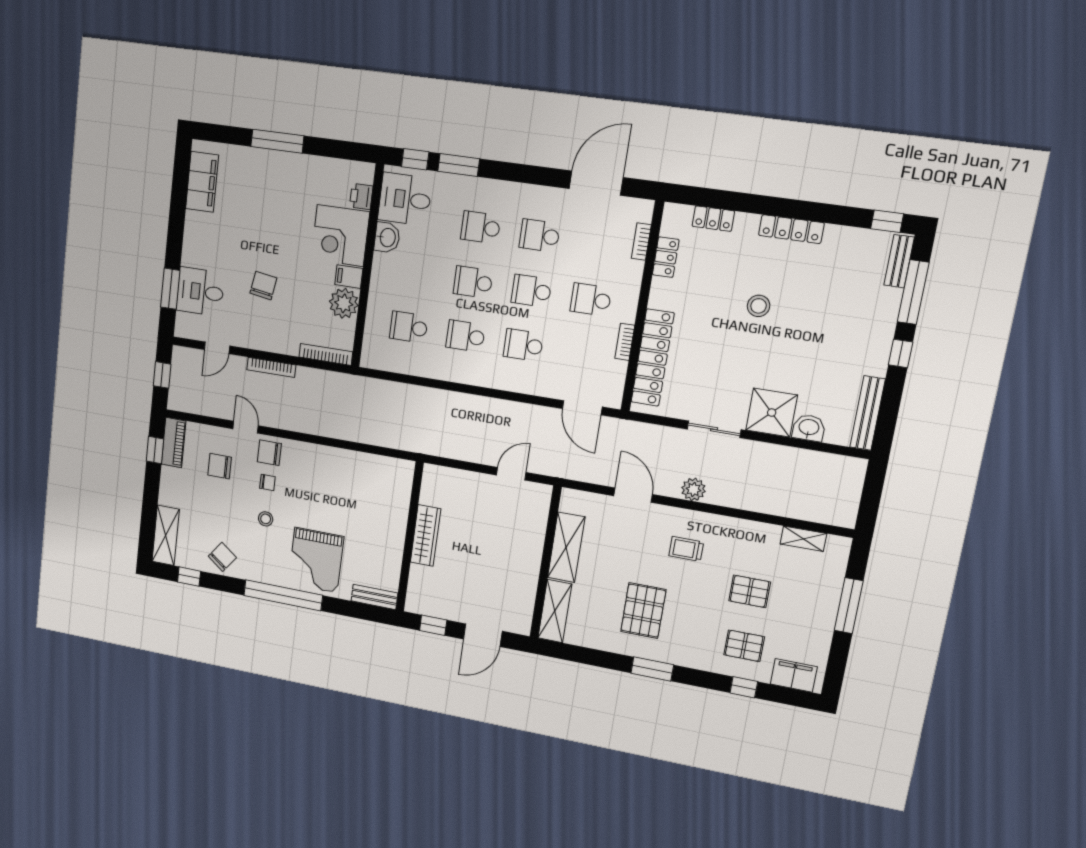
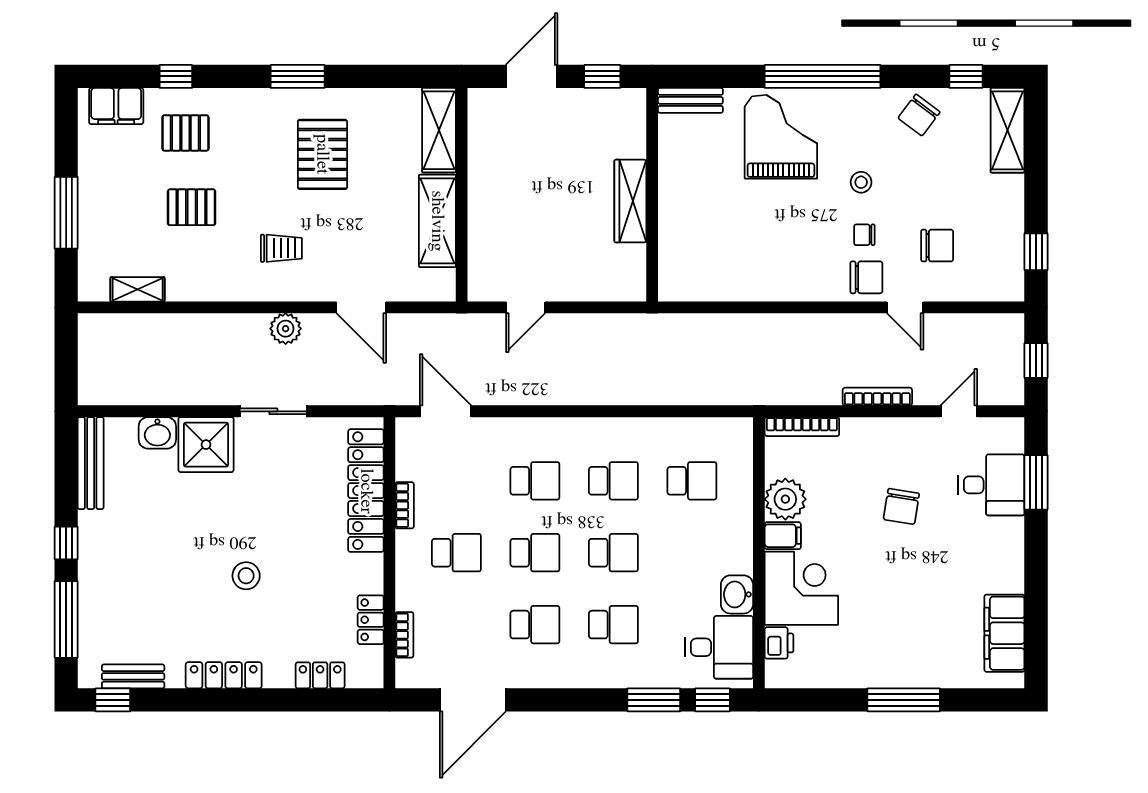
bench: (899, 261) -> (133, 676), moved, turned 90
piano: (174, 443) -> (1009, 267), removed

